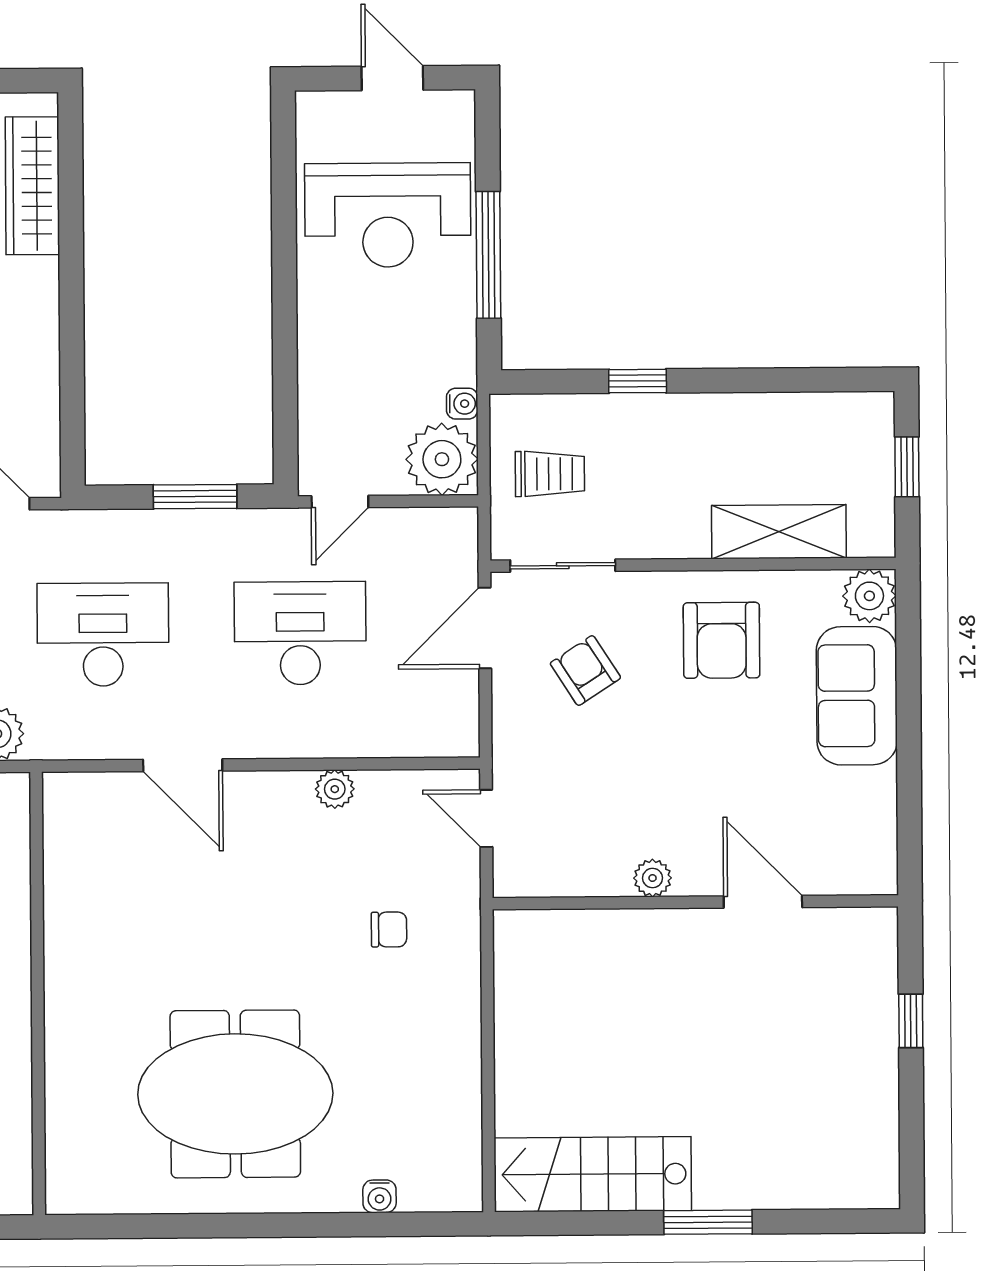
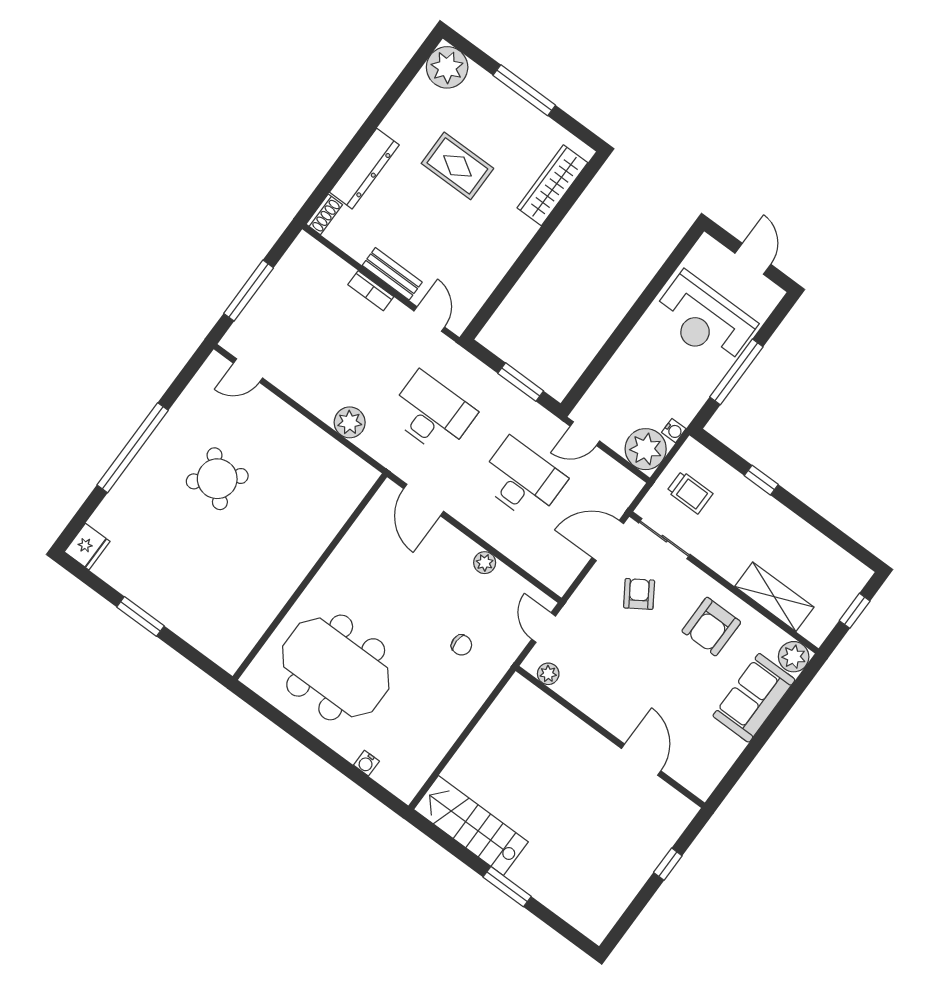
plant: (653, 878) -> (548, 674), moved
wall: (38, 994) -> (310, 577), moved

